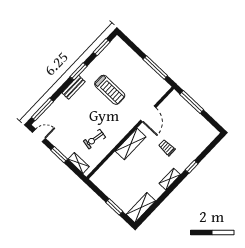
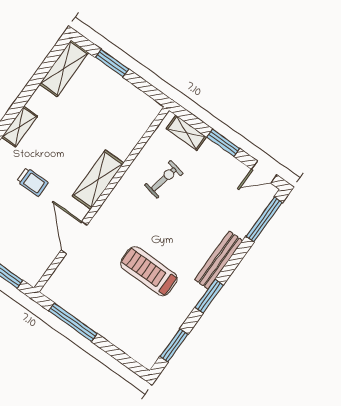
bench: (74, 87) -> (219, 260), width x1.36

